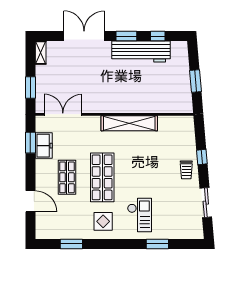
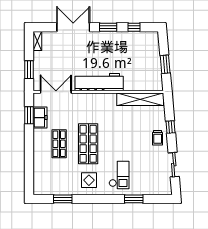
workbench: (141, 52) -> (99, 82), moved, turned 180
shelving: (129, 123) -> (140, 99), moved
door: (30, 201) -> (29, 164), removed

